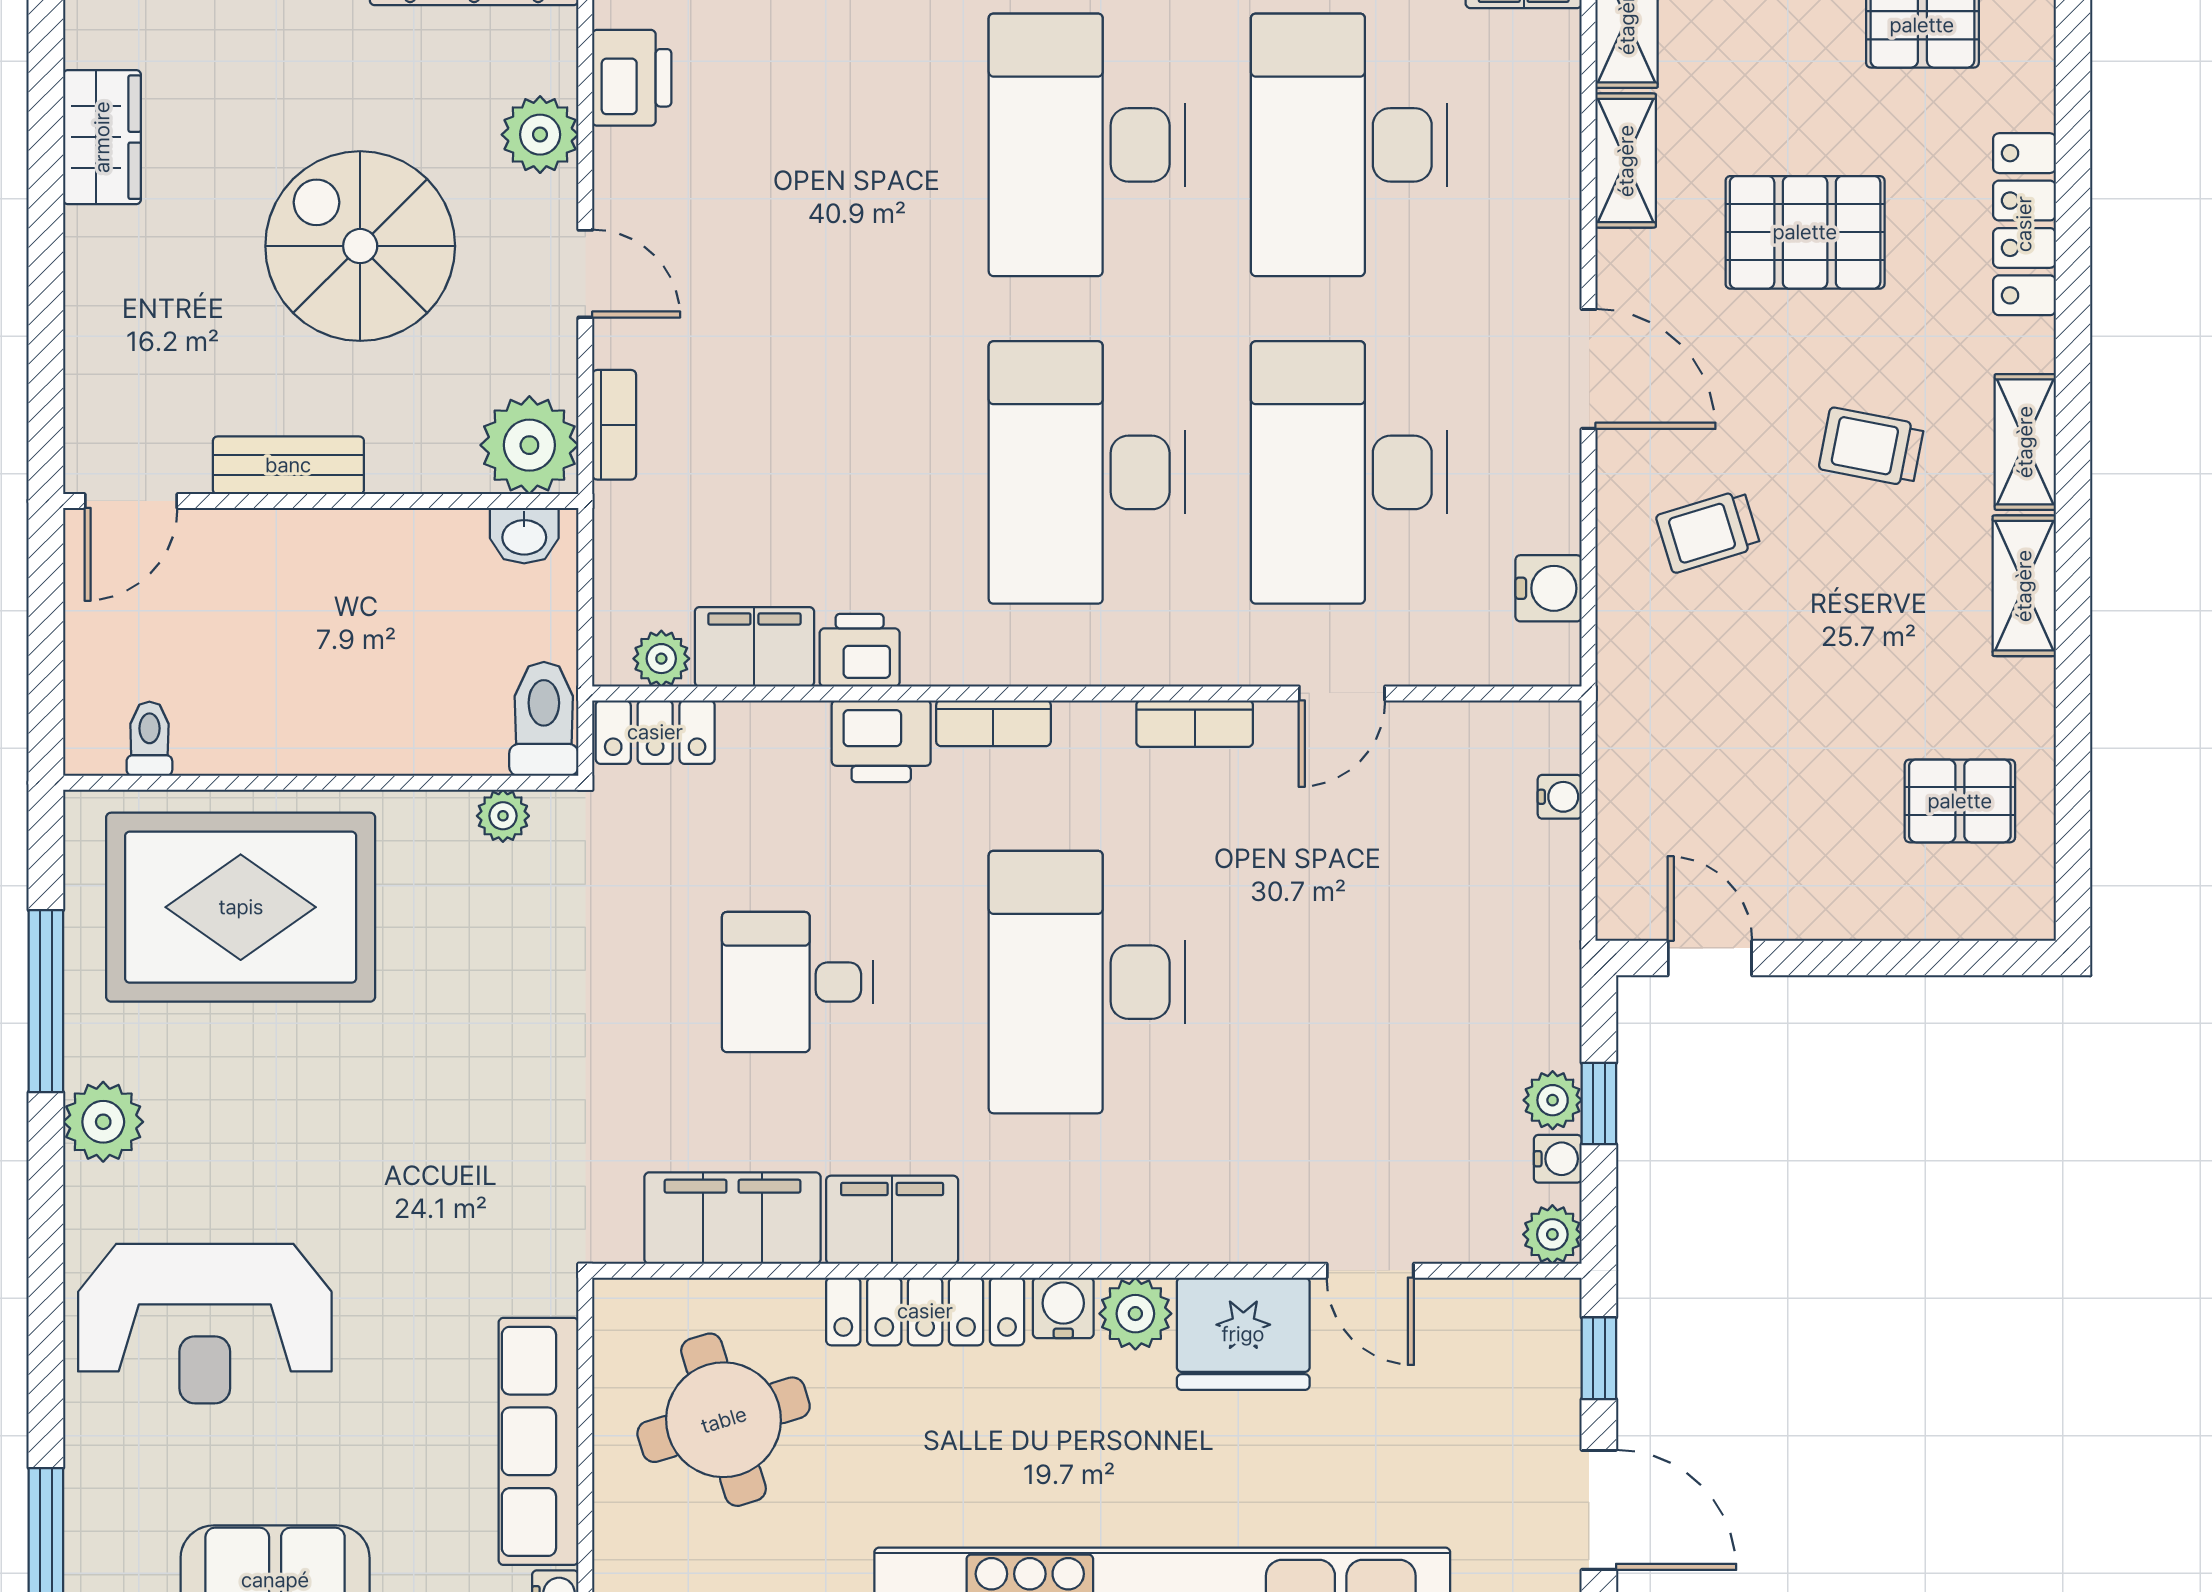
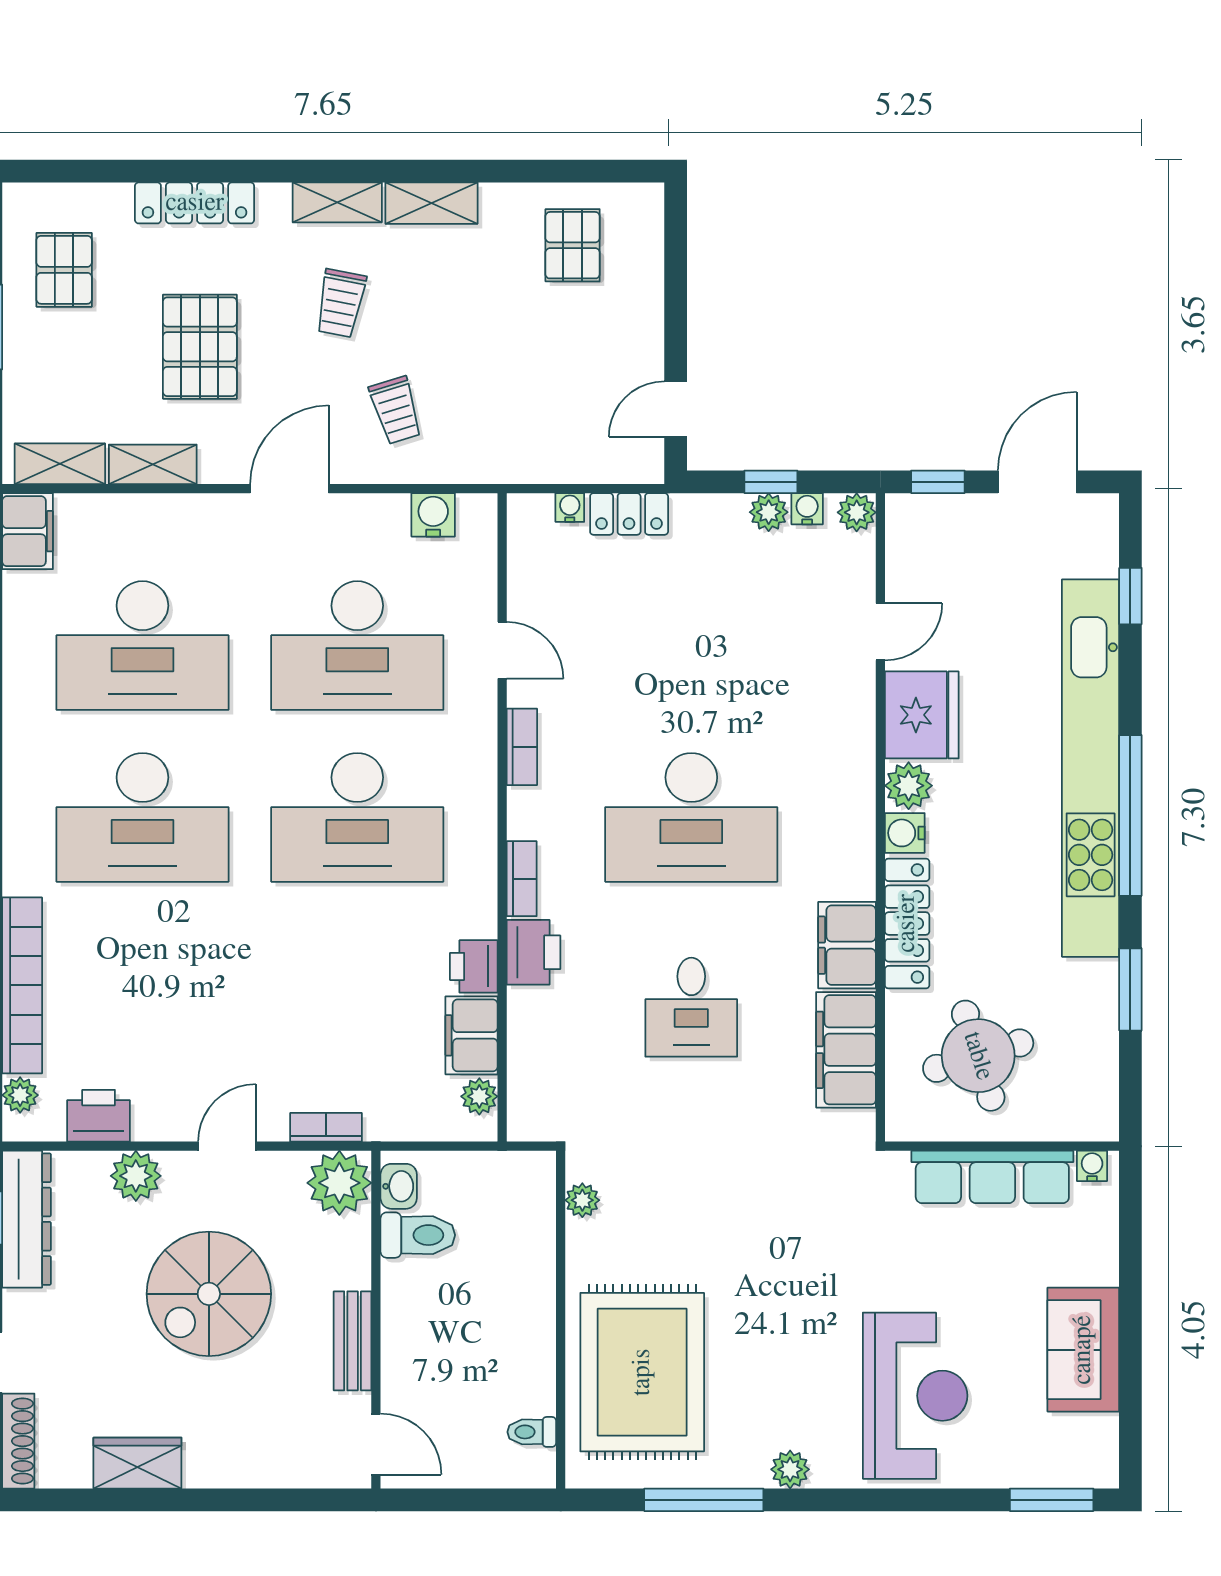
toilet: (544, 719) -> (418, 1235), moved, turned 180
locker: (655, 732) -> (629, 514), moved, turned 90
plant: (103, 1122) -> (790, 1469), width x0.73, depth x0.73

